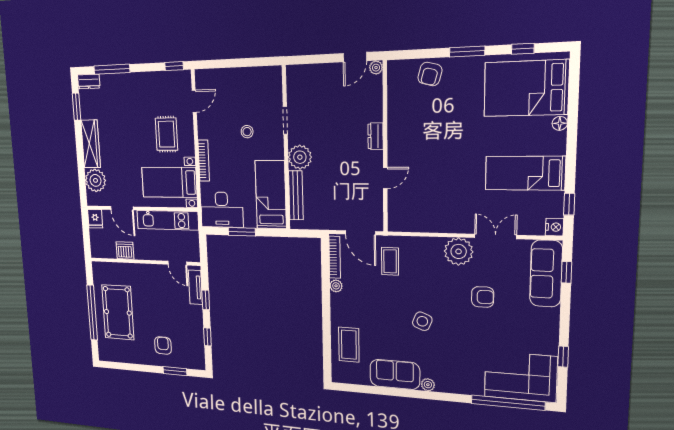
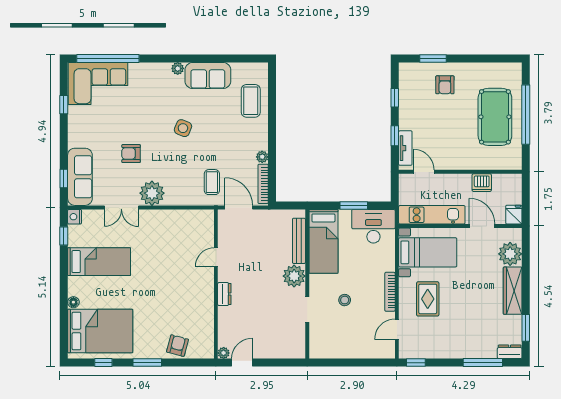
bookcase: (204, 161) -> (390, 292), moved

